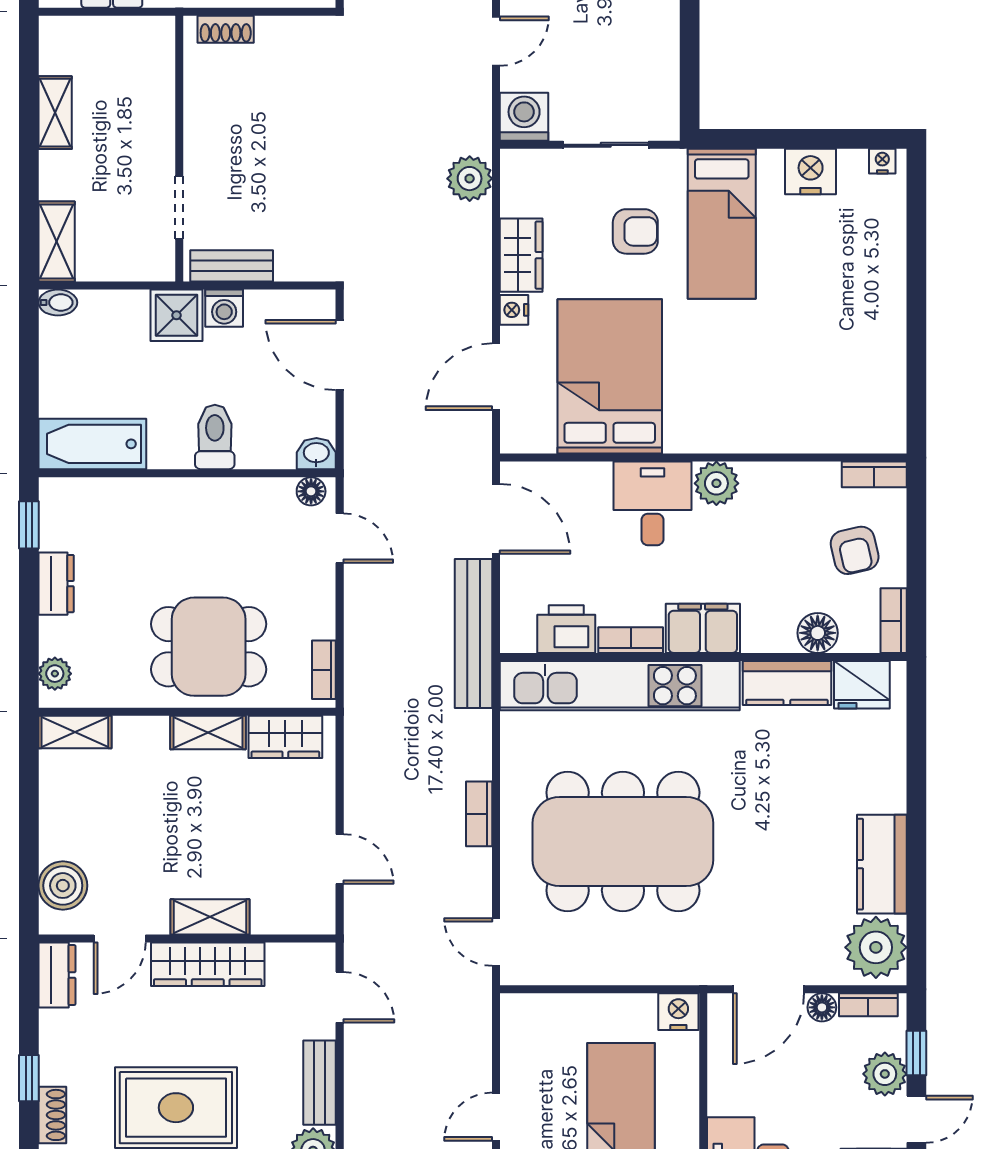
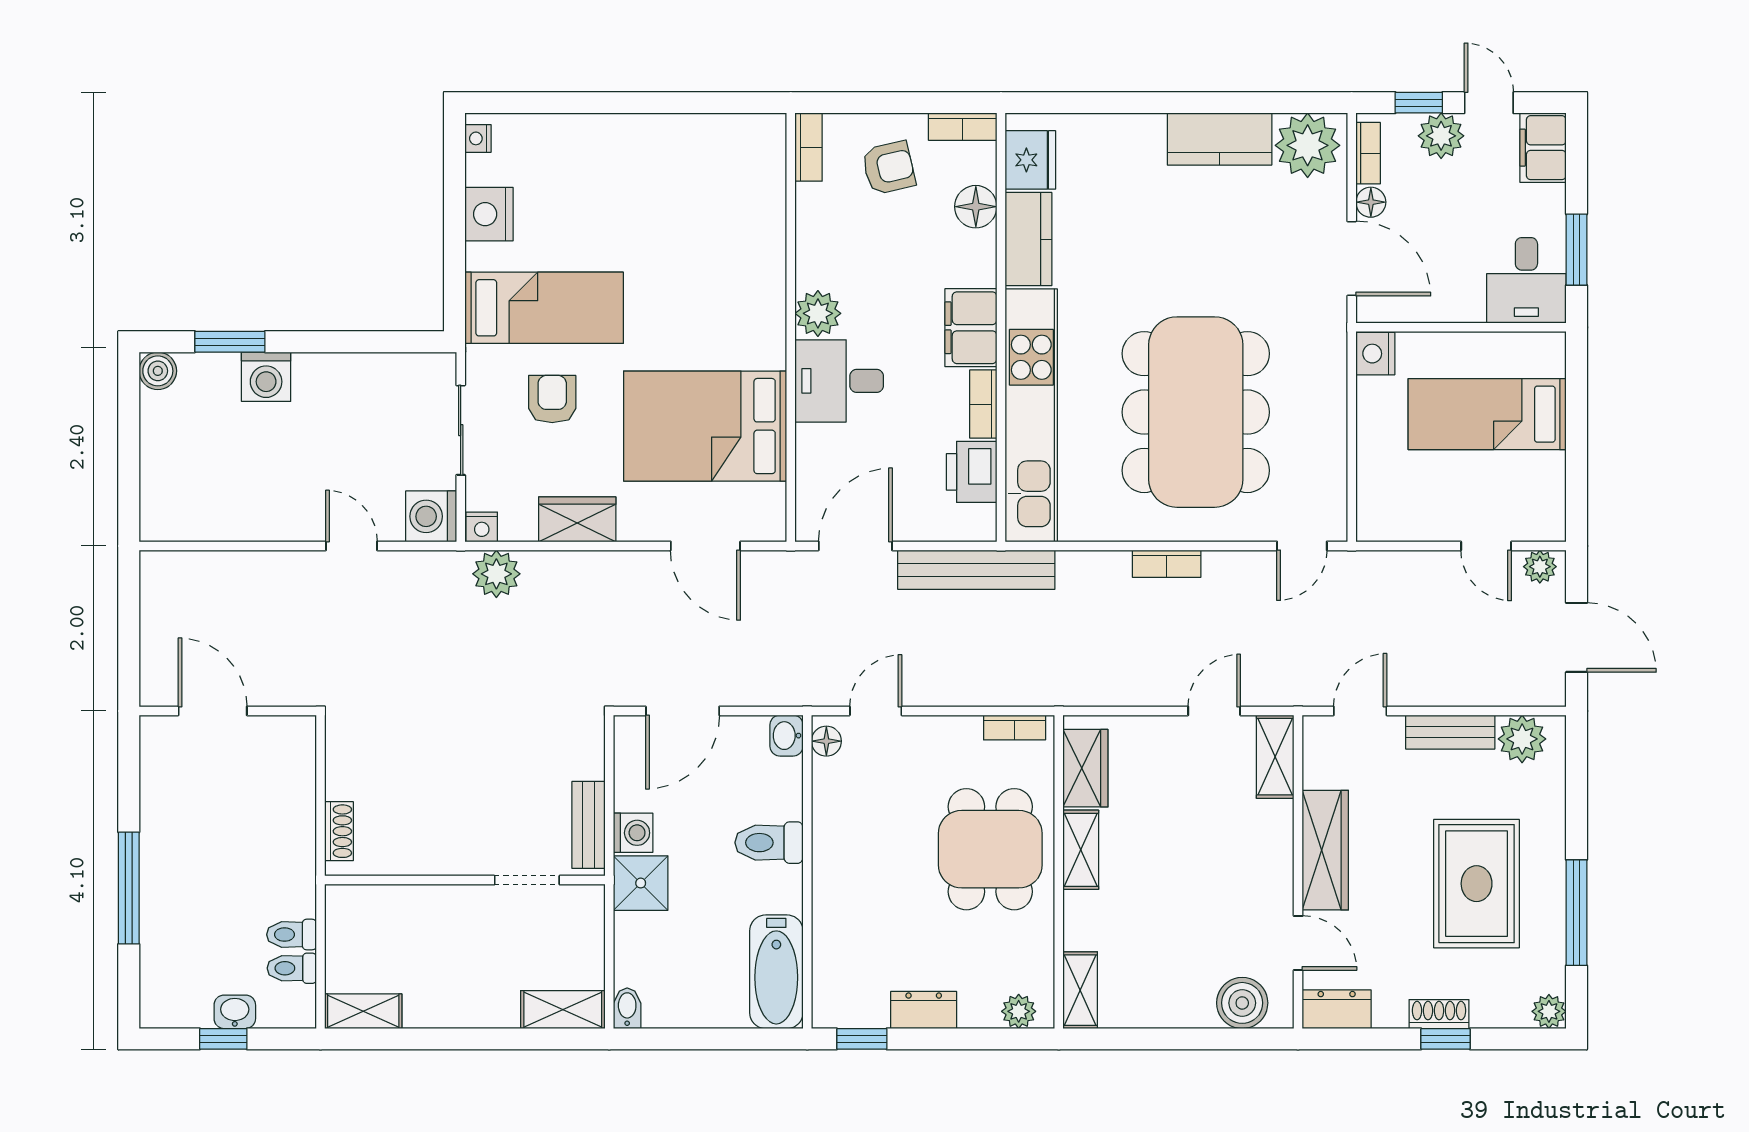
shelving: (55, 113) -> (363, 1011), moved
nightstand: (514, 310) -> (482, 527), moved
shelving: (210, 917) -> (1275, 757), moved
shoe rack: (52, 1115) -> (1439, 1014), moved

